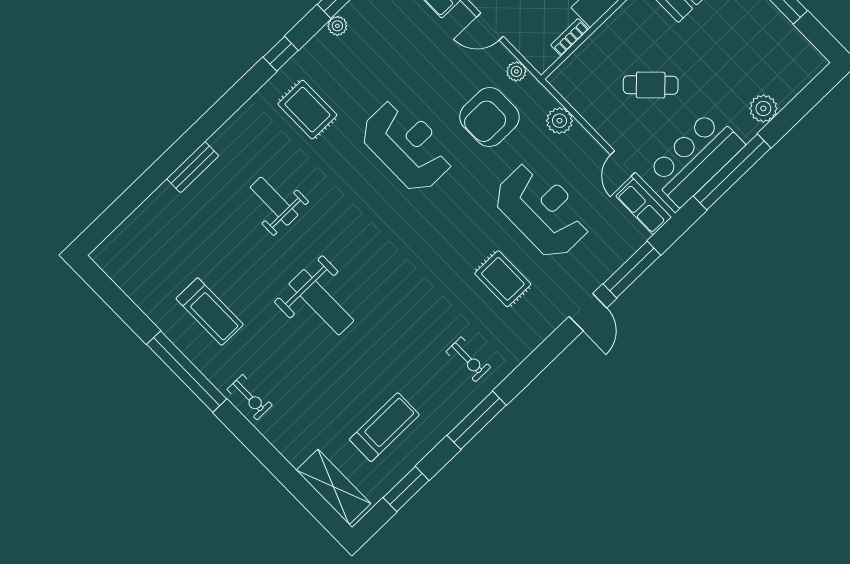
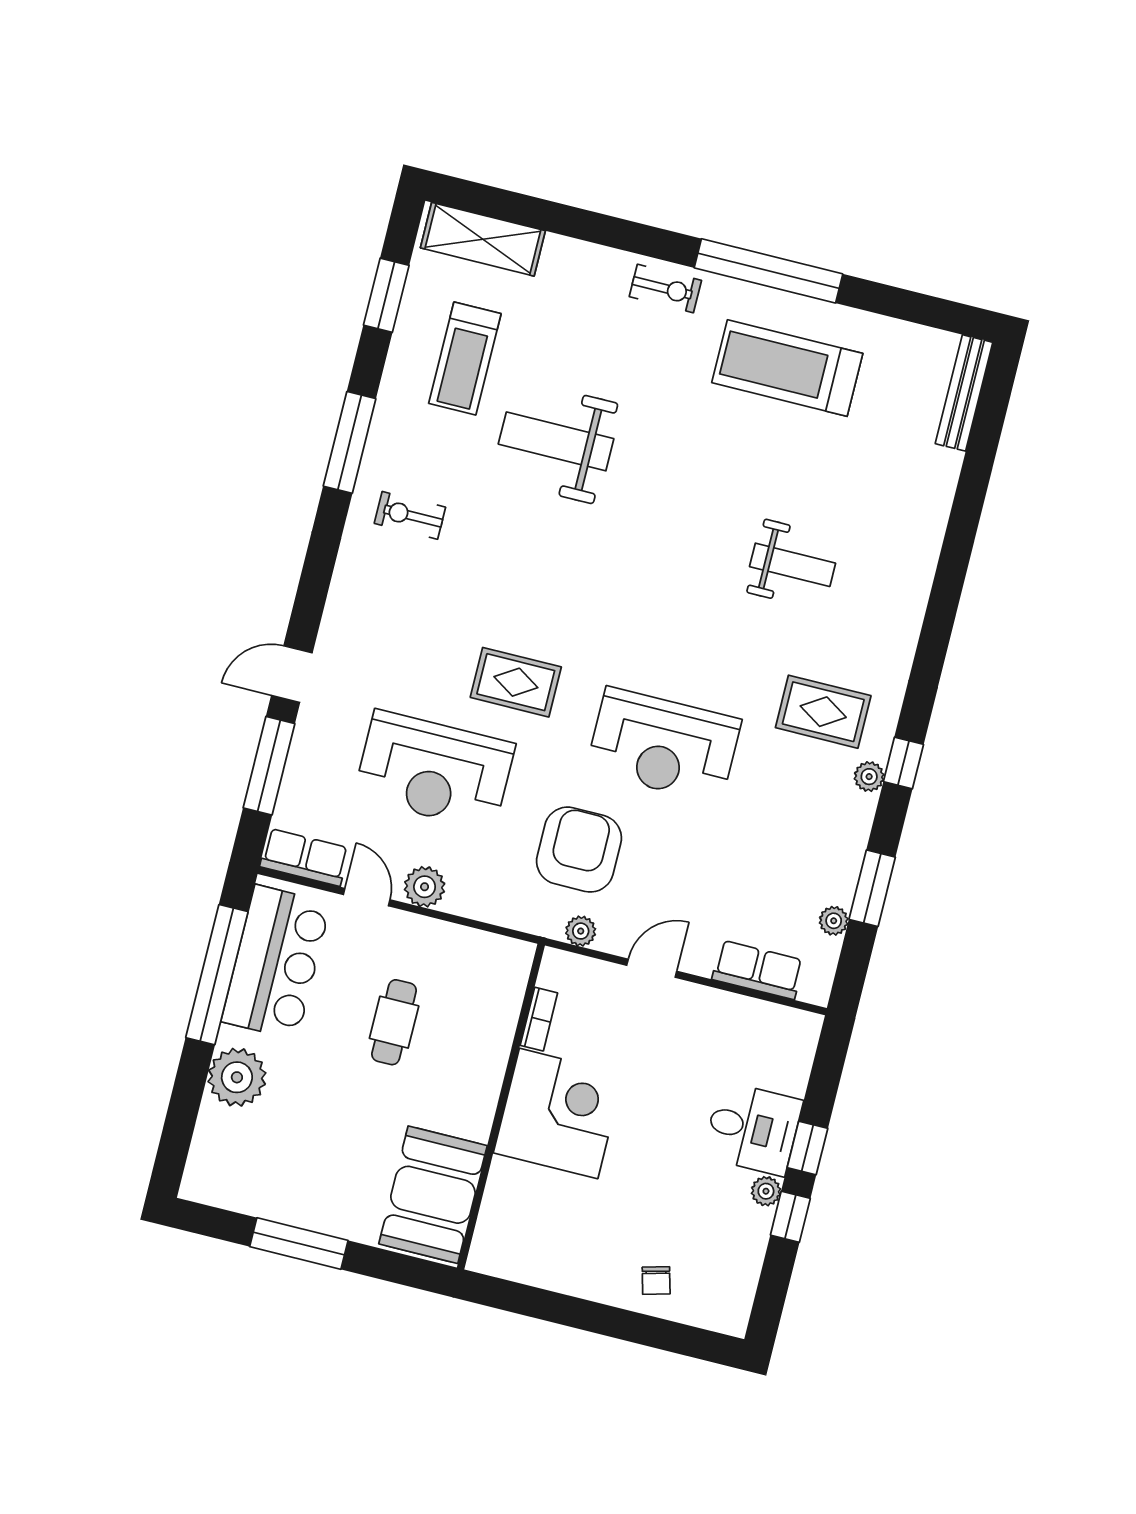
plant: (337, 26) -> (869, 777), moved
cafe table: (651, 85) -> (394, 1022), turned -45
plant: (763, 108) -> (237, 1077), width x1.36, depth x1.36
plant: (559, 121) -> (425, 887), moved
bench: (193, 167) -> (964, 393), moved, width x1.36
rug: (503, 279) -> (516, 682), moved
weight bench: (321, 302) -> (556, 441), moved
treadmill: (210, 312) -> (787, 368), width x1.37, depth x1.38
door: (588, 312) -> (292, 674), hinge flipped
exercise bike: (250, 397) -> (665, 289), turned 180

